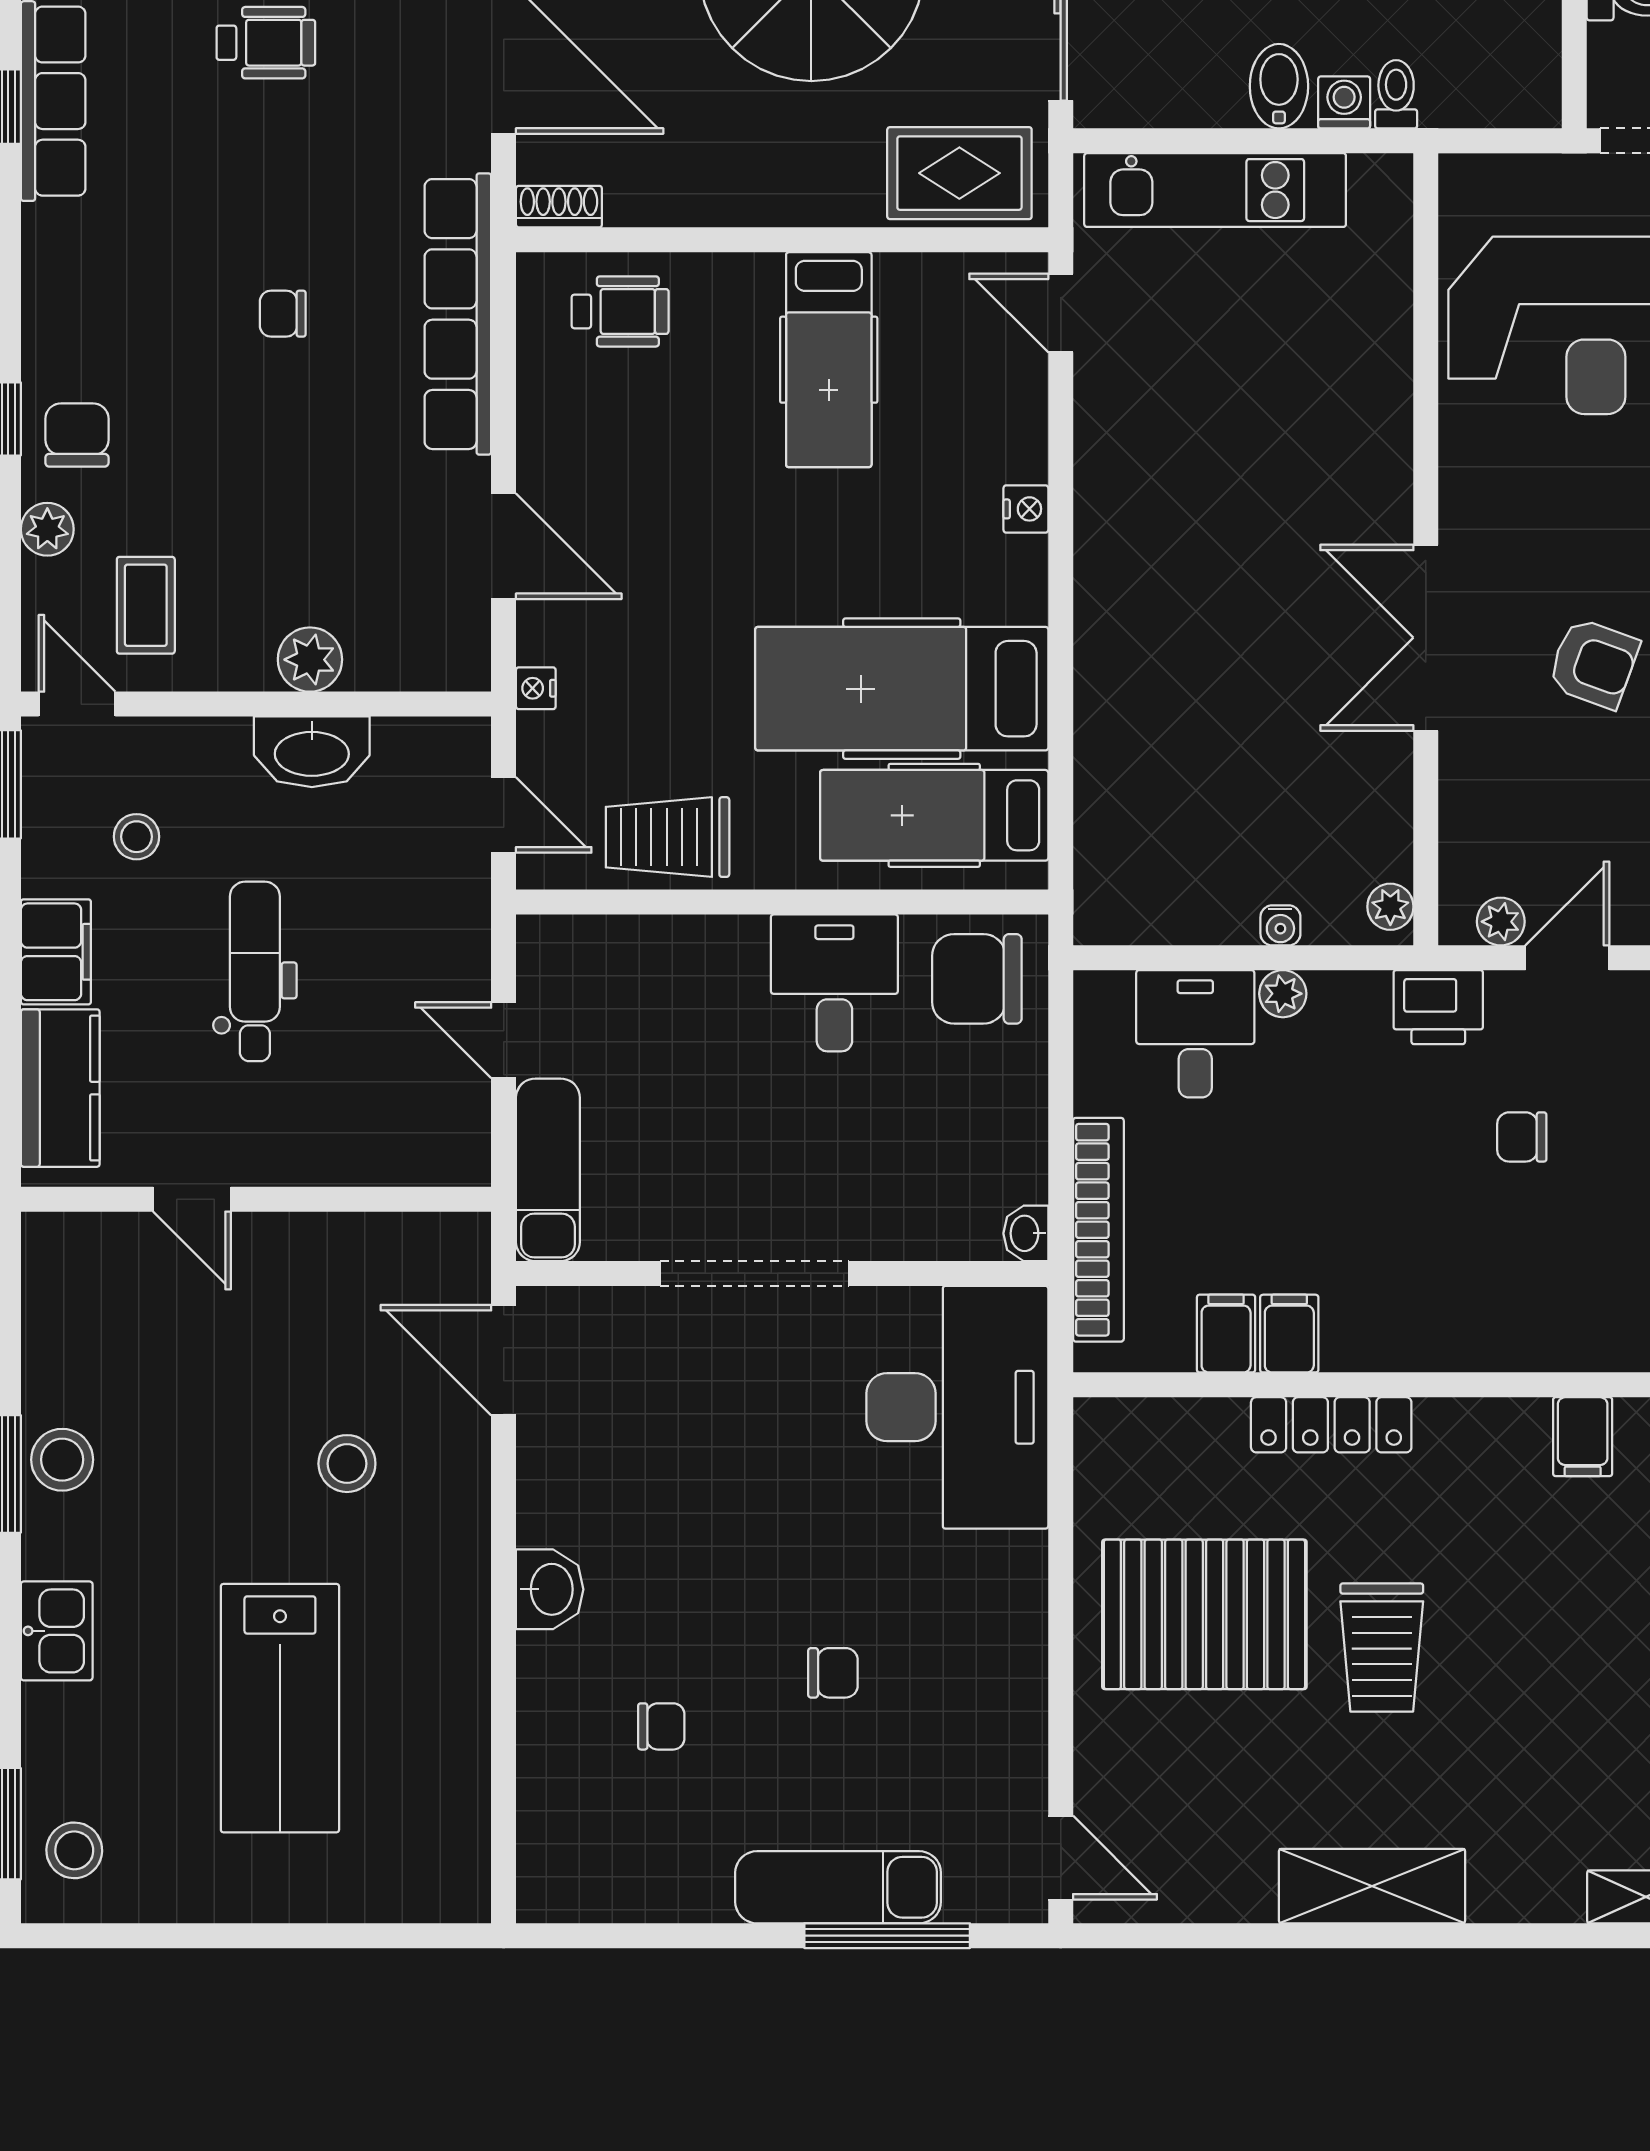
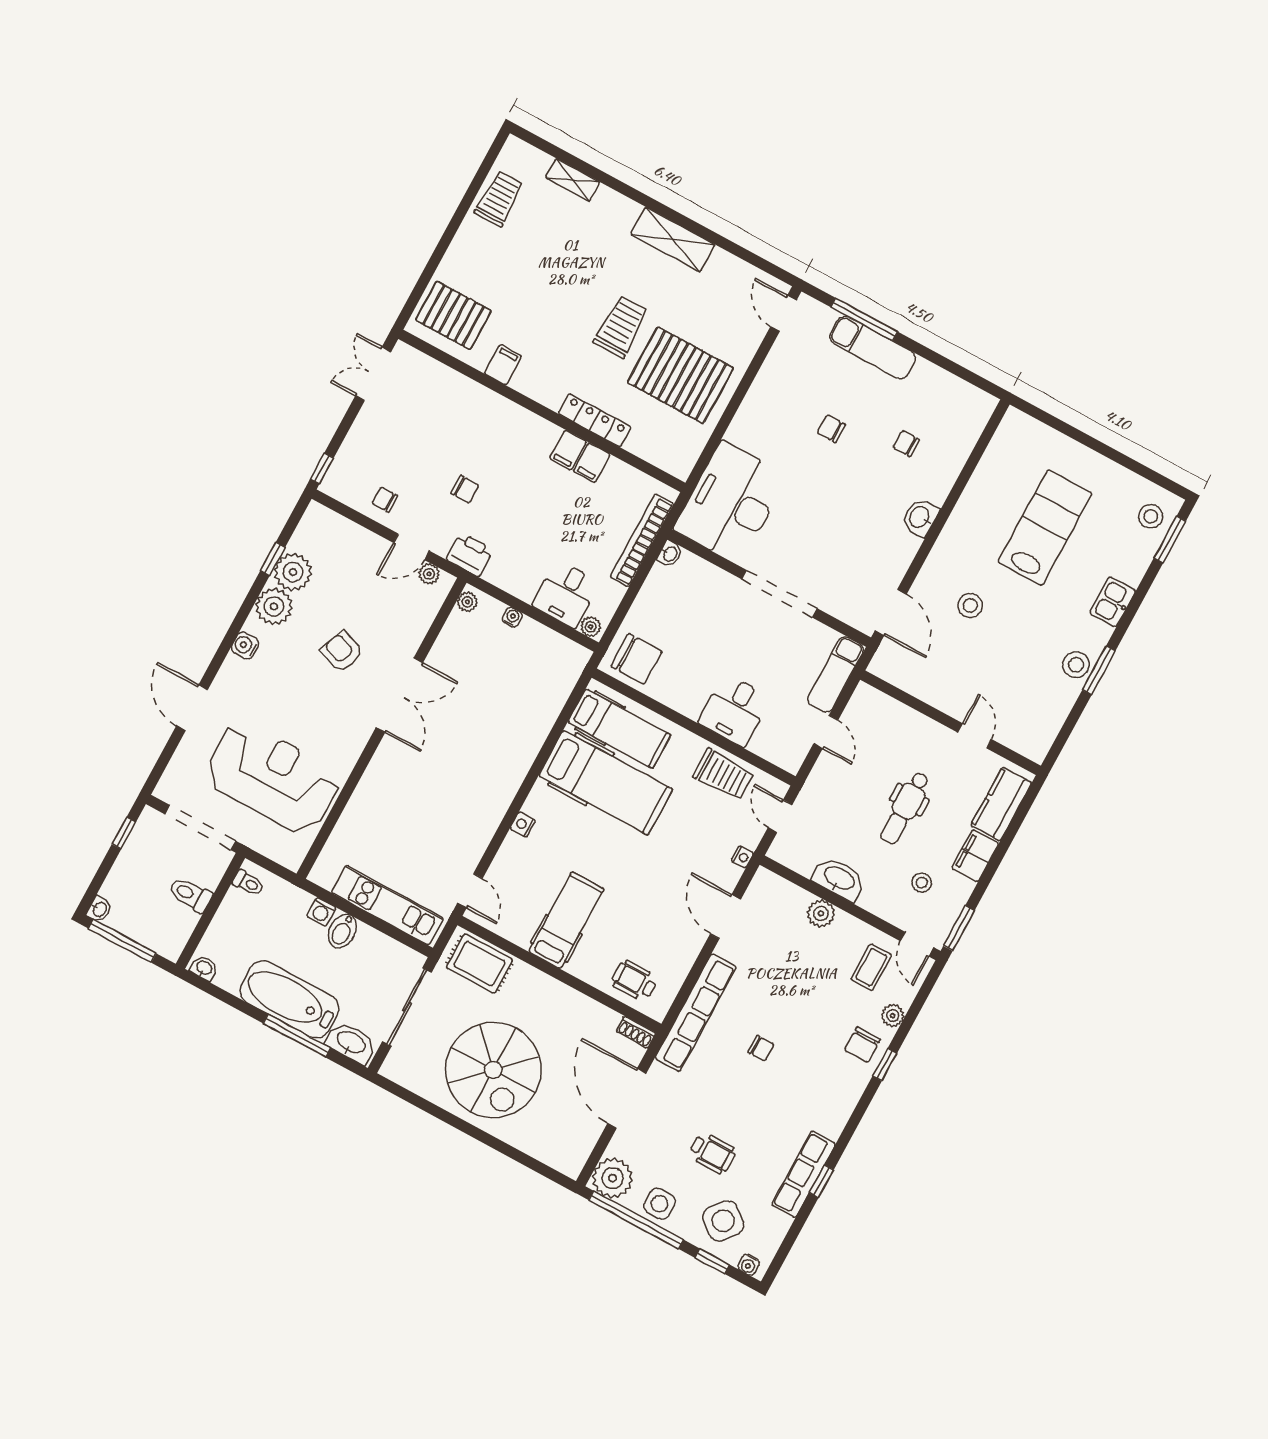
wheelchair: (266, 43) -> (712, 1153), turned 180
toilet: (1396, 94) -> (248, 883), moved, turned -90
desk: (834, 983) -> (735, 710), moved
plant: (1283, 994) -> (591, 627), moved
filing cabinet: (1226, 1334) -> (568, 450), moved

